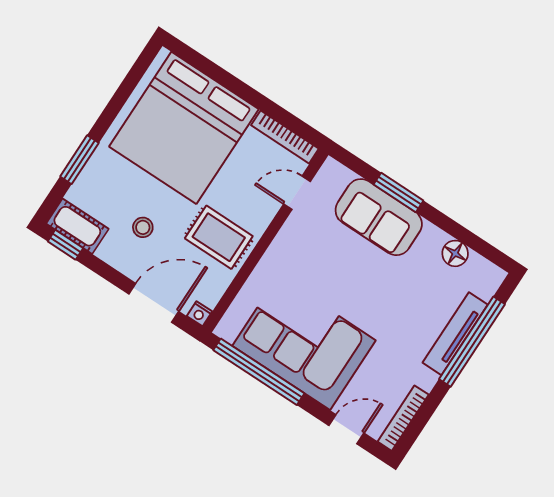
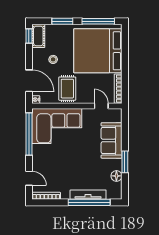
window: (126, 89) -> (98, 21), added
window: (398, 192) -> (125, 162), moved
corner sofa: (304, 343) -> (57, 126), moved, turned 90

